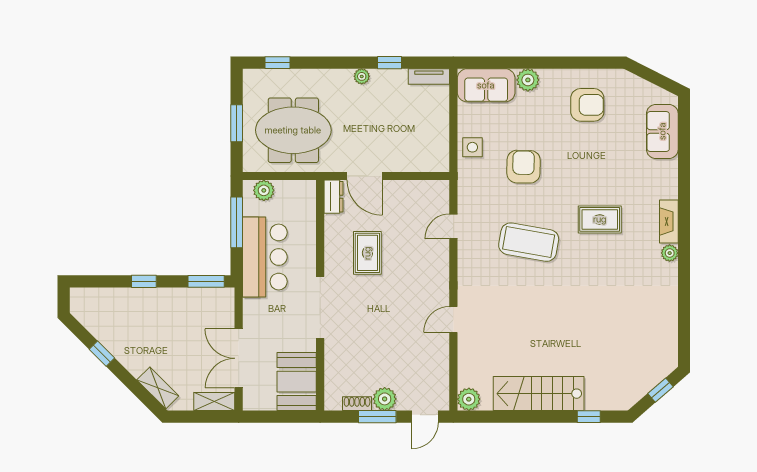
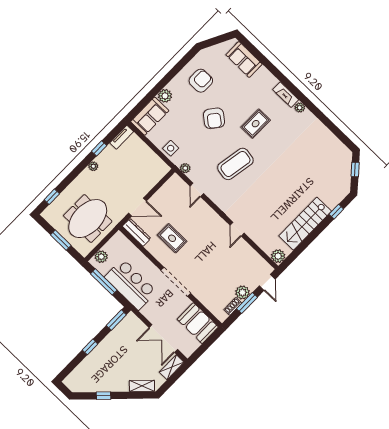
armchair: (524, 167) -> (214, 118), moved, turned -143
plant: (466, 188) -> (185, 168), added
dresser: (334, 197) -> (137, 232), width x1.44

